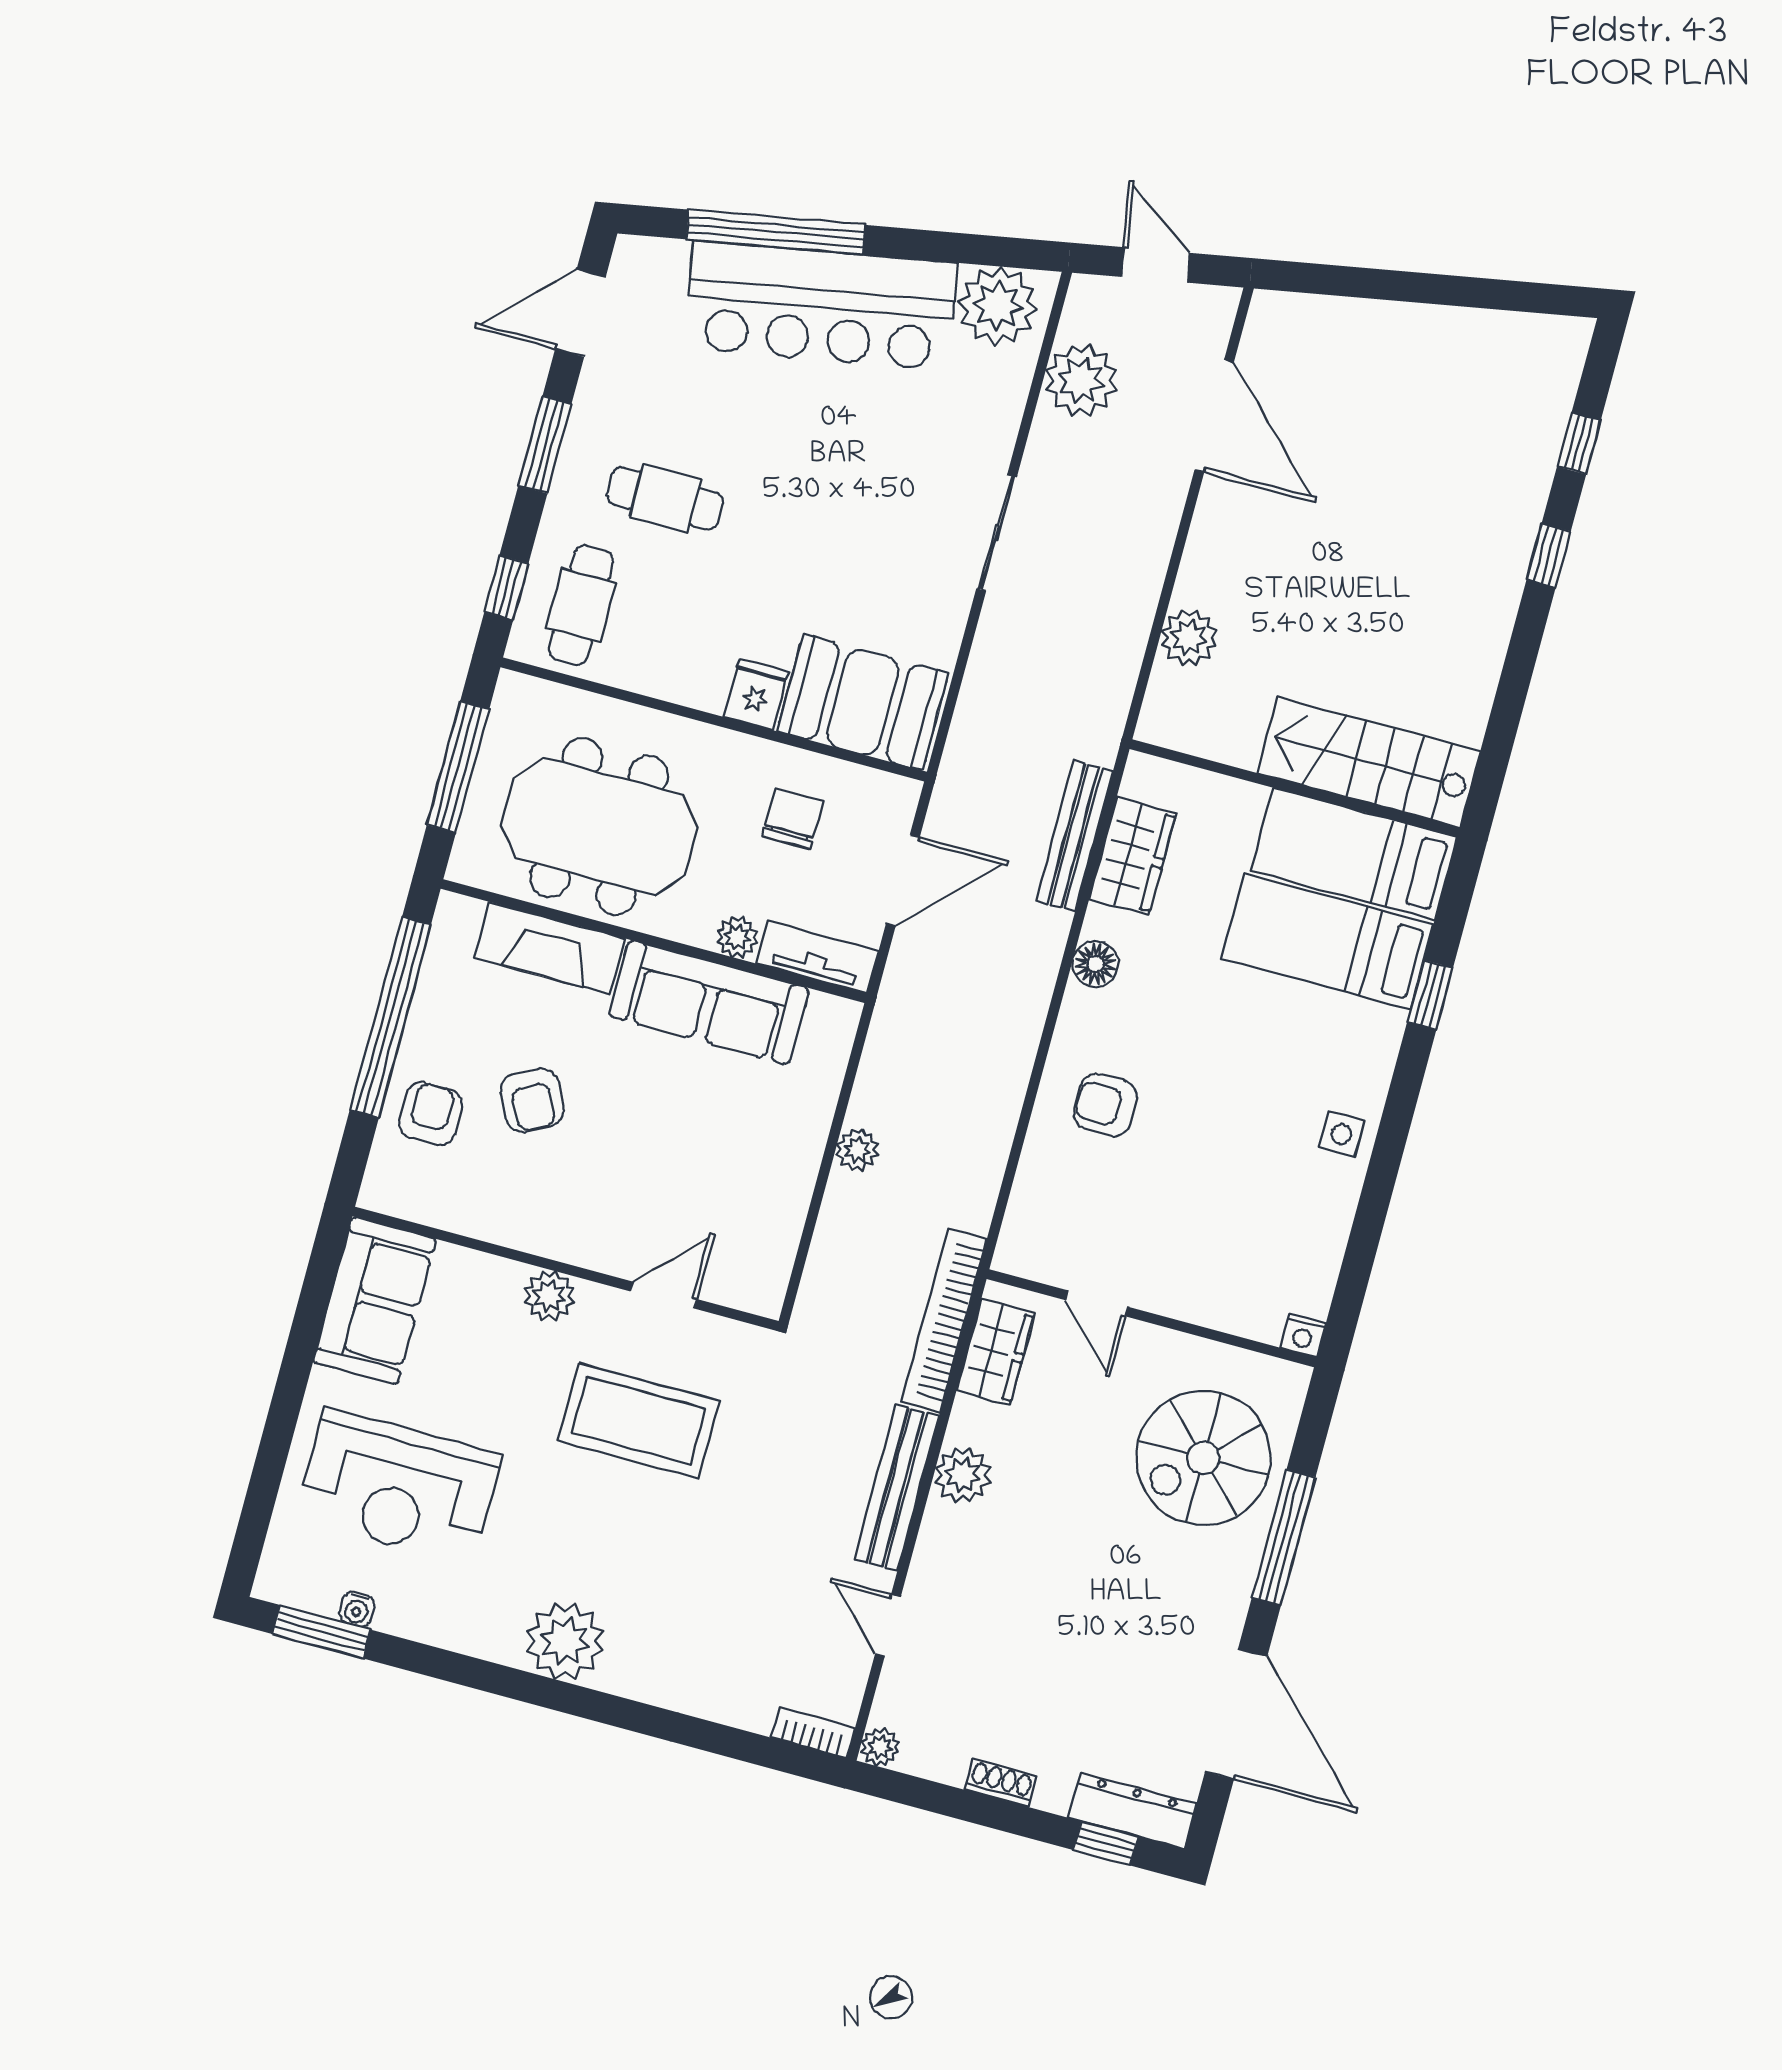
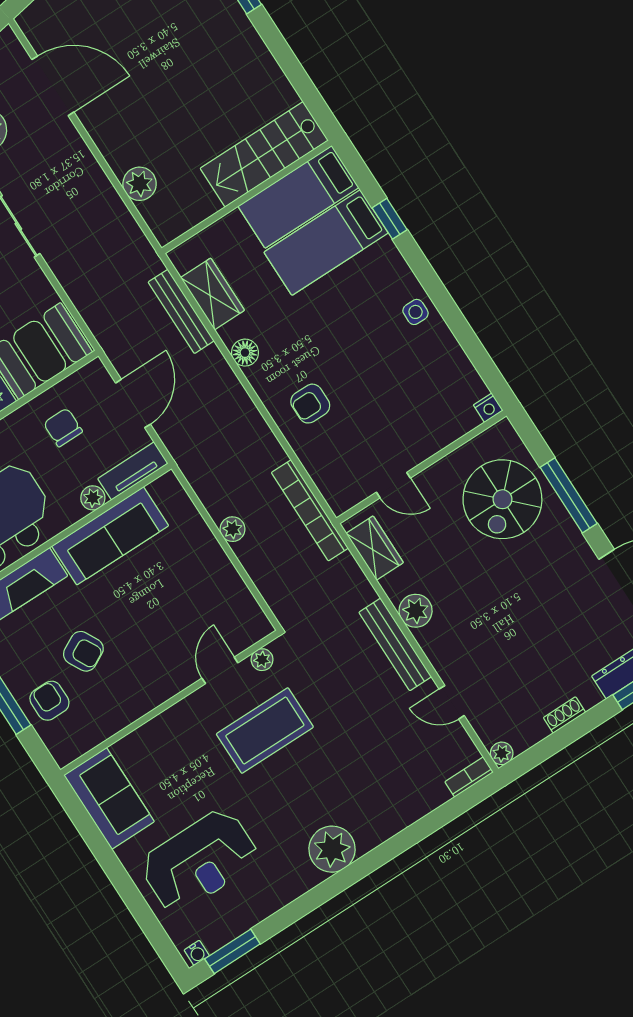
plant: (549, 1296) -> (262, 660), moved, width x0.73, depth x0.73
bookcase: (944, 1320) -> (310, 510), moved
water cooler: (357, 1609) -> (197, 953), moved

